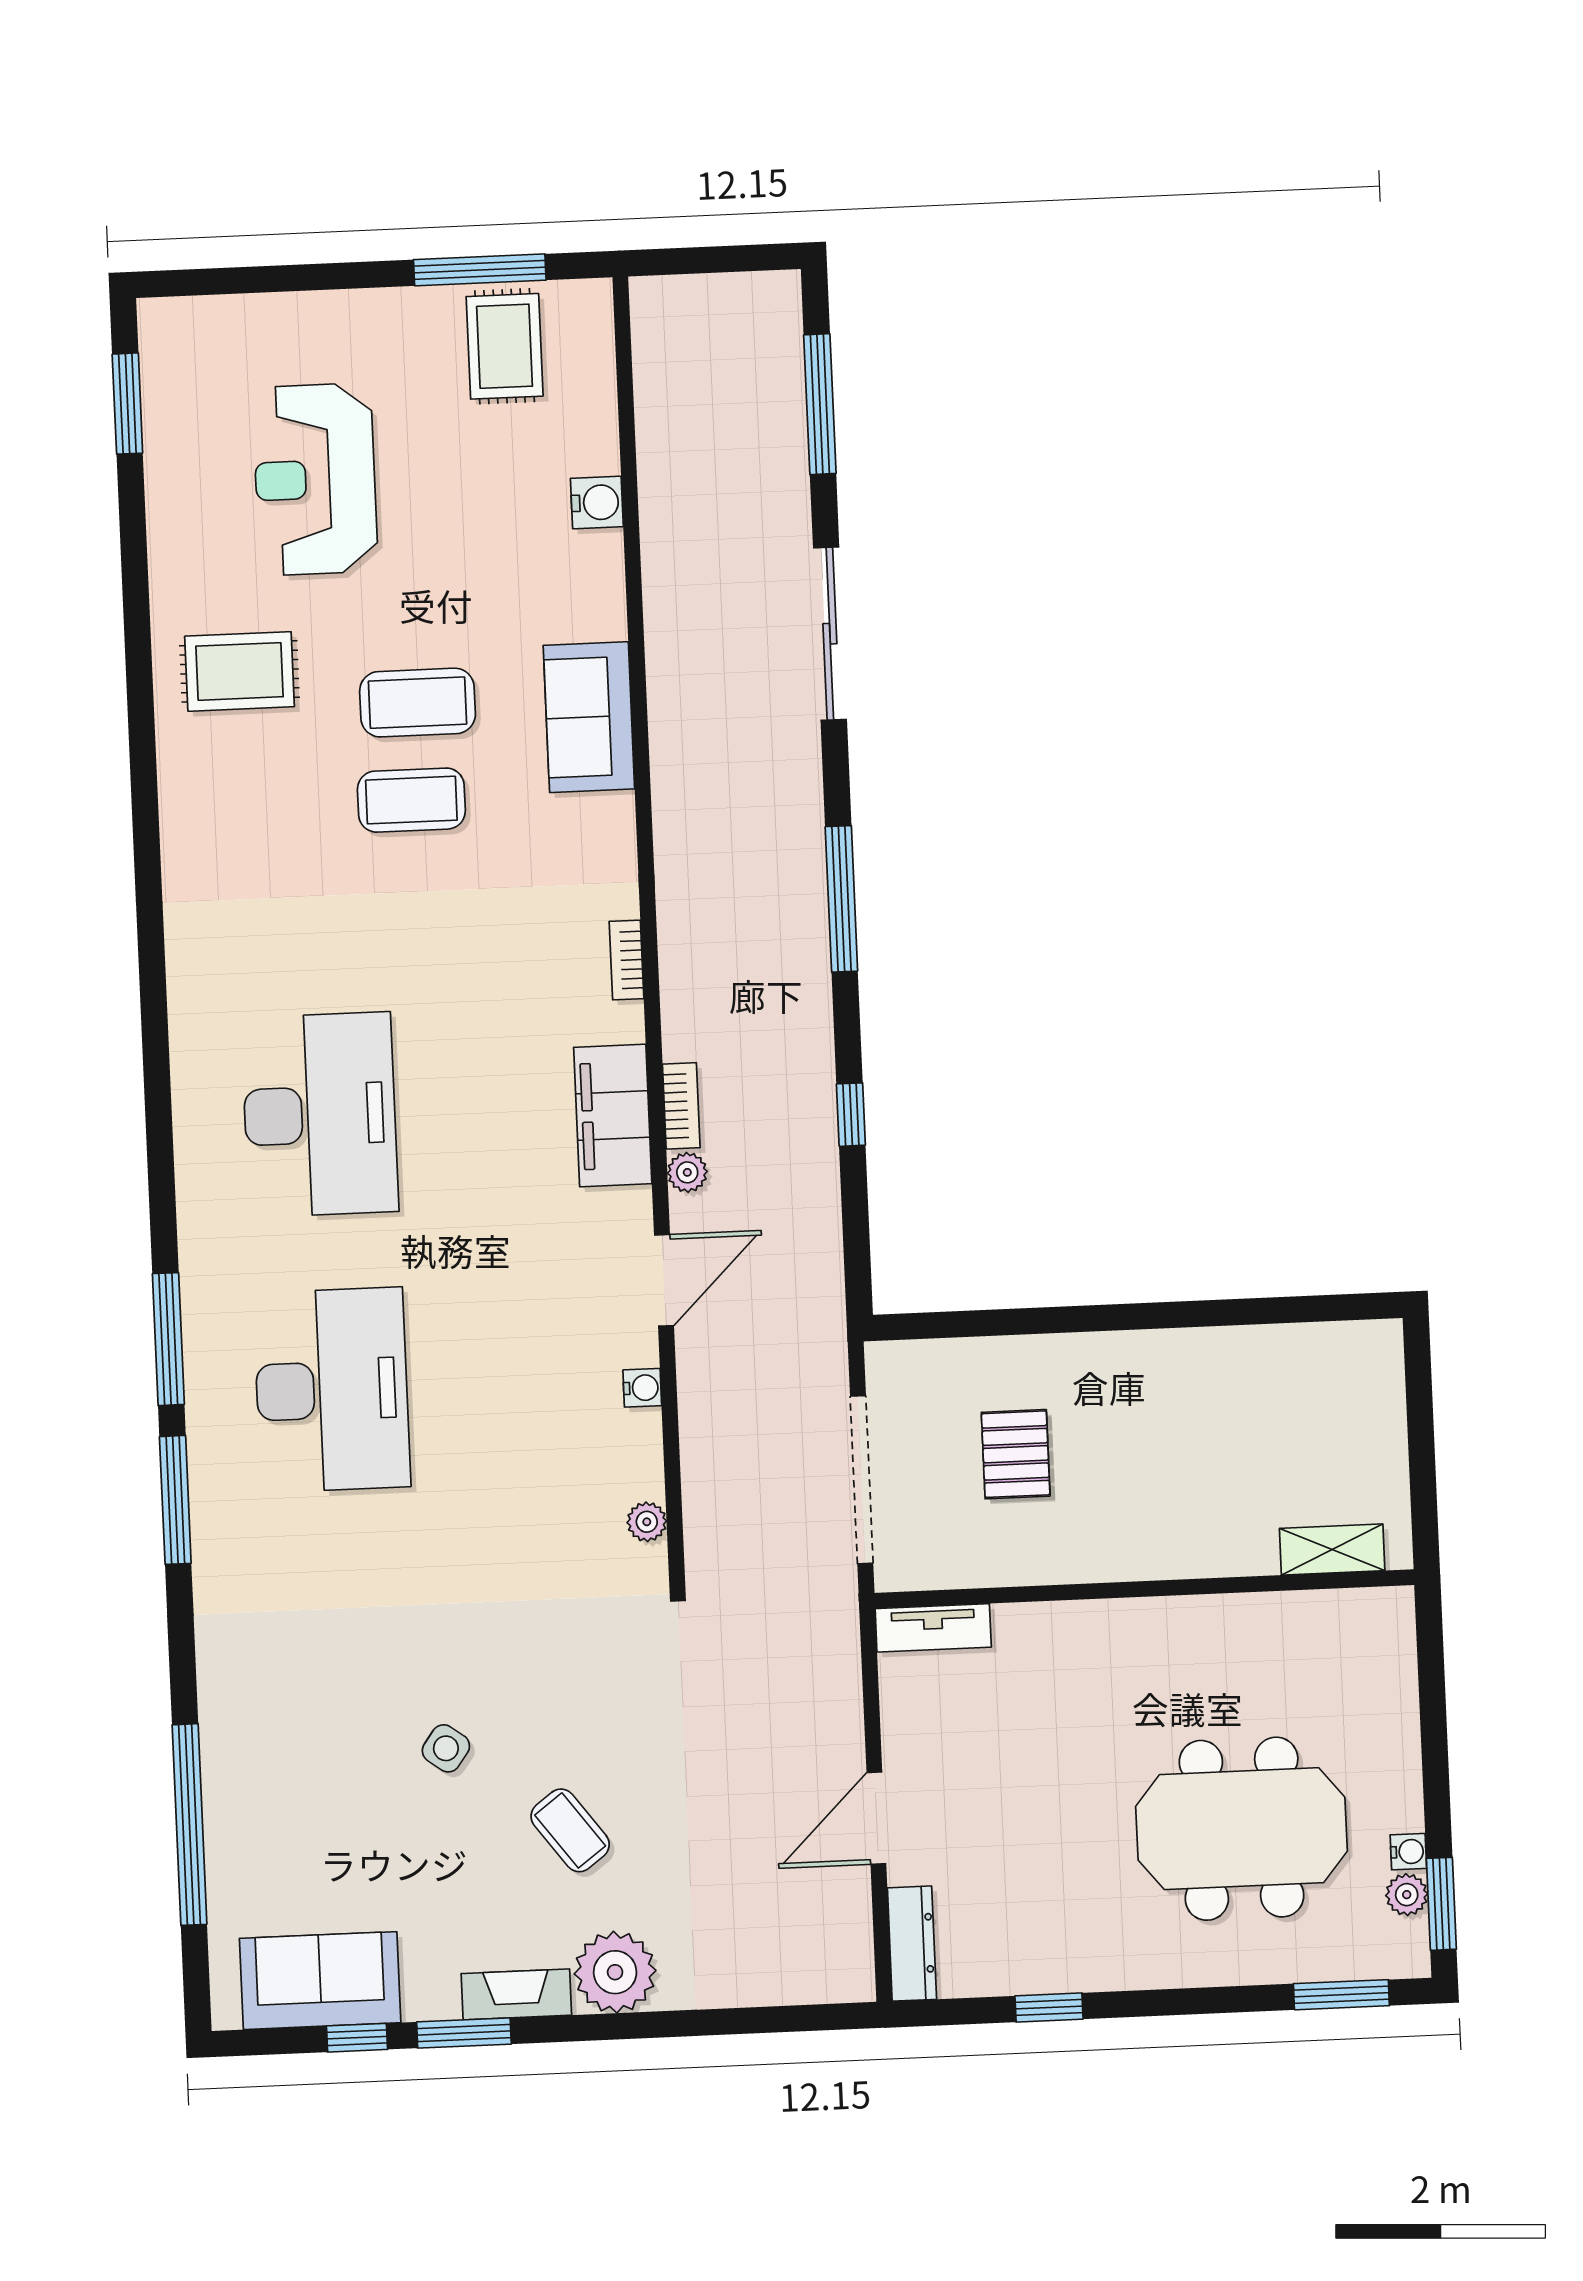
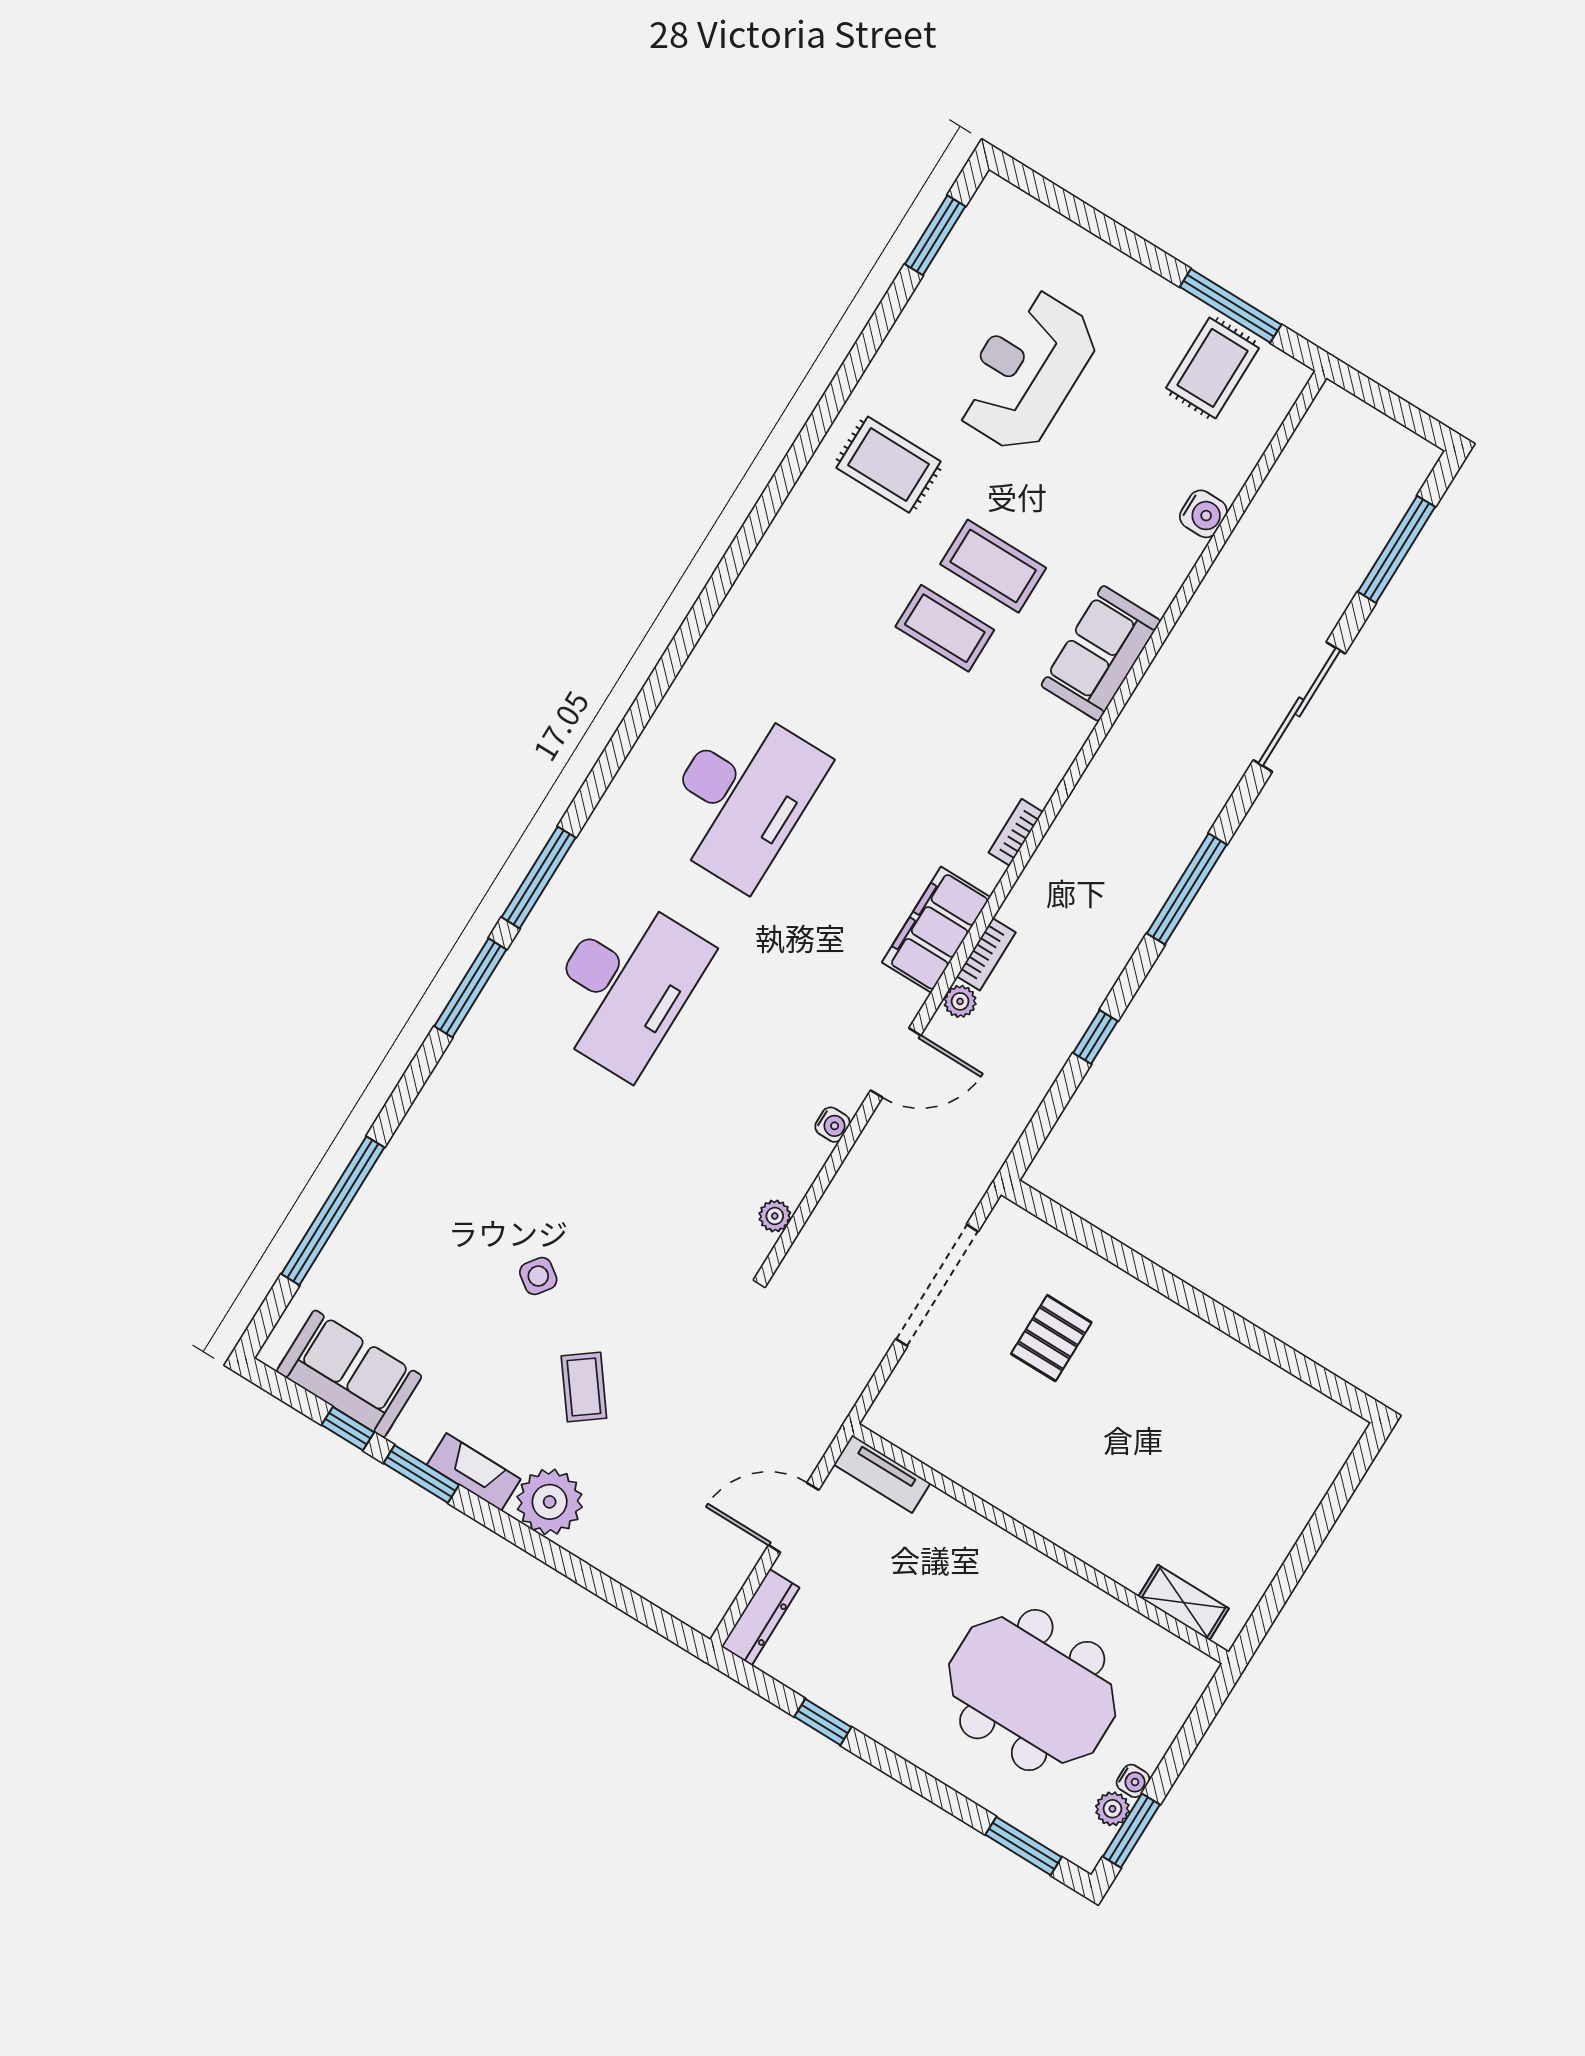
shelving: (1332, 1550) -> (1184, 1602), moved
wall: (1144, 1589) -> (1041, 1544), moved
tv unit: (933, 1628) -> (882, 1474), moved

